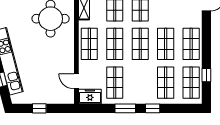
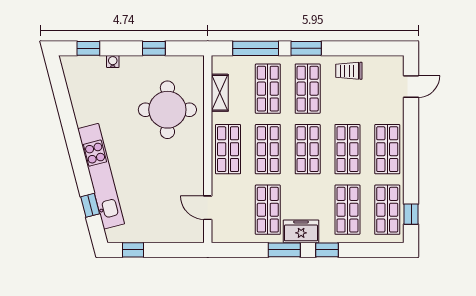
window: (206, 75) -> (411, 214), moved
freezer: (90, 96) -> (301, 231), moved
window: (39, 108) -> (133, 250), moved

